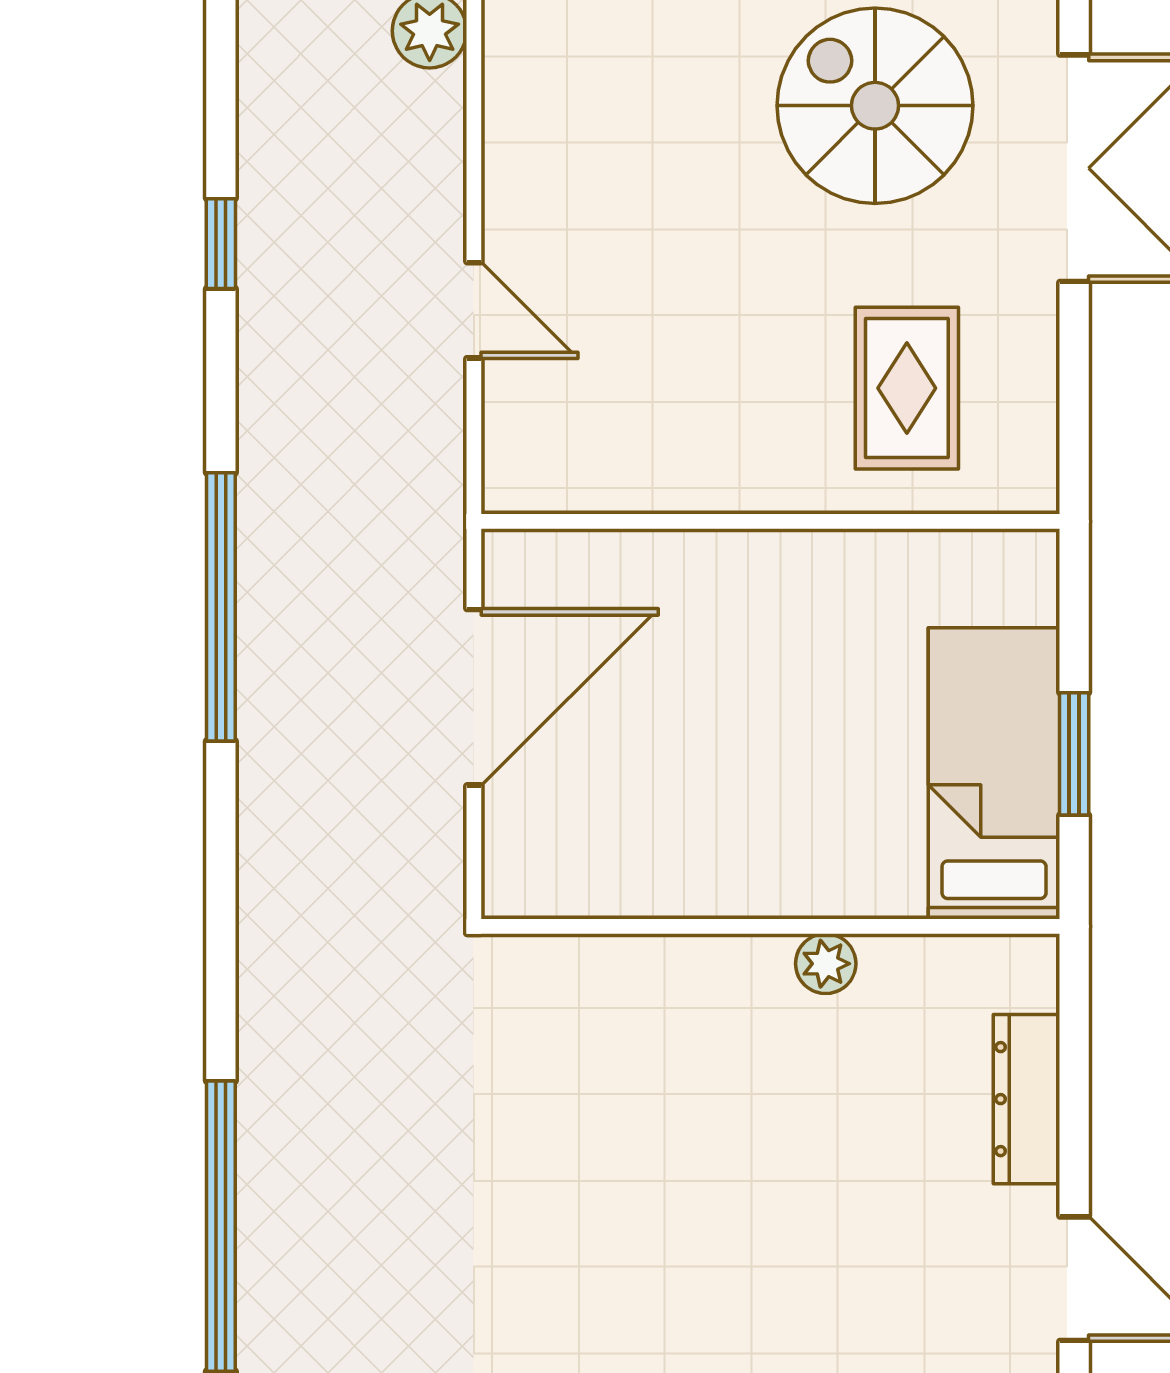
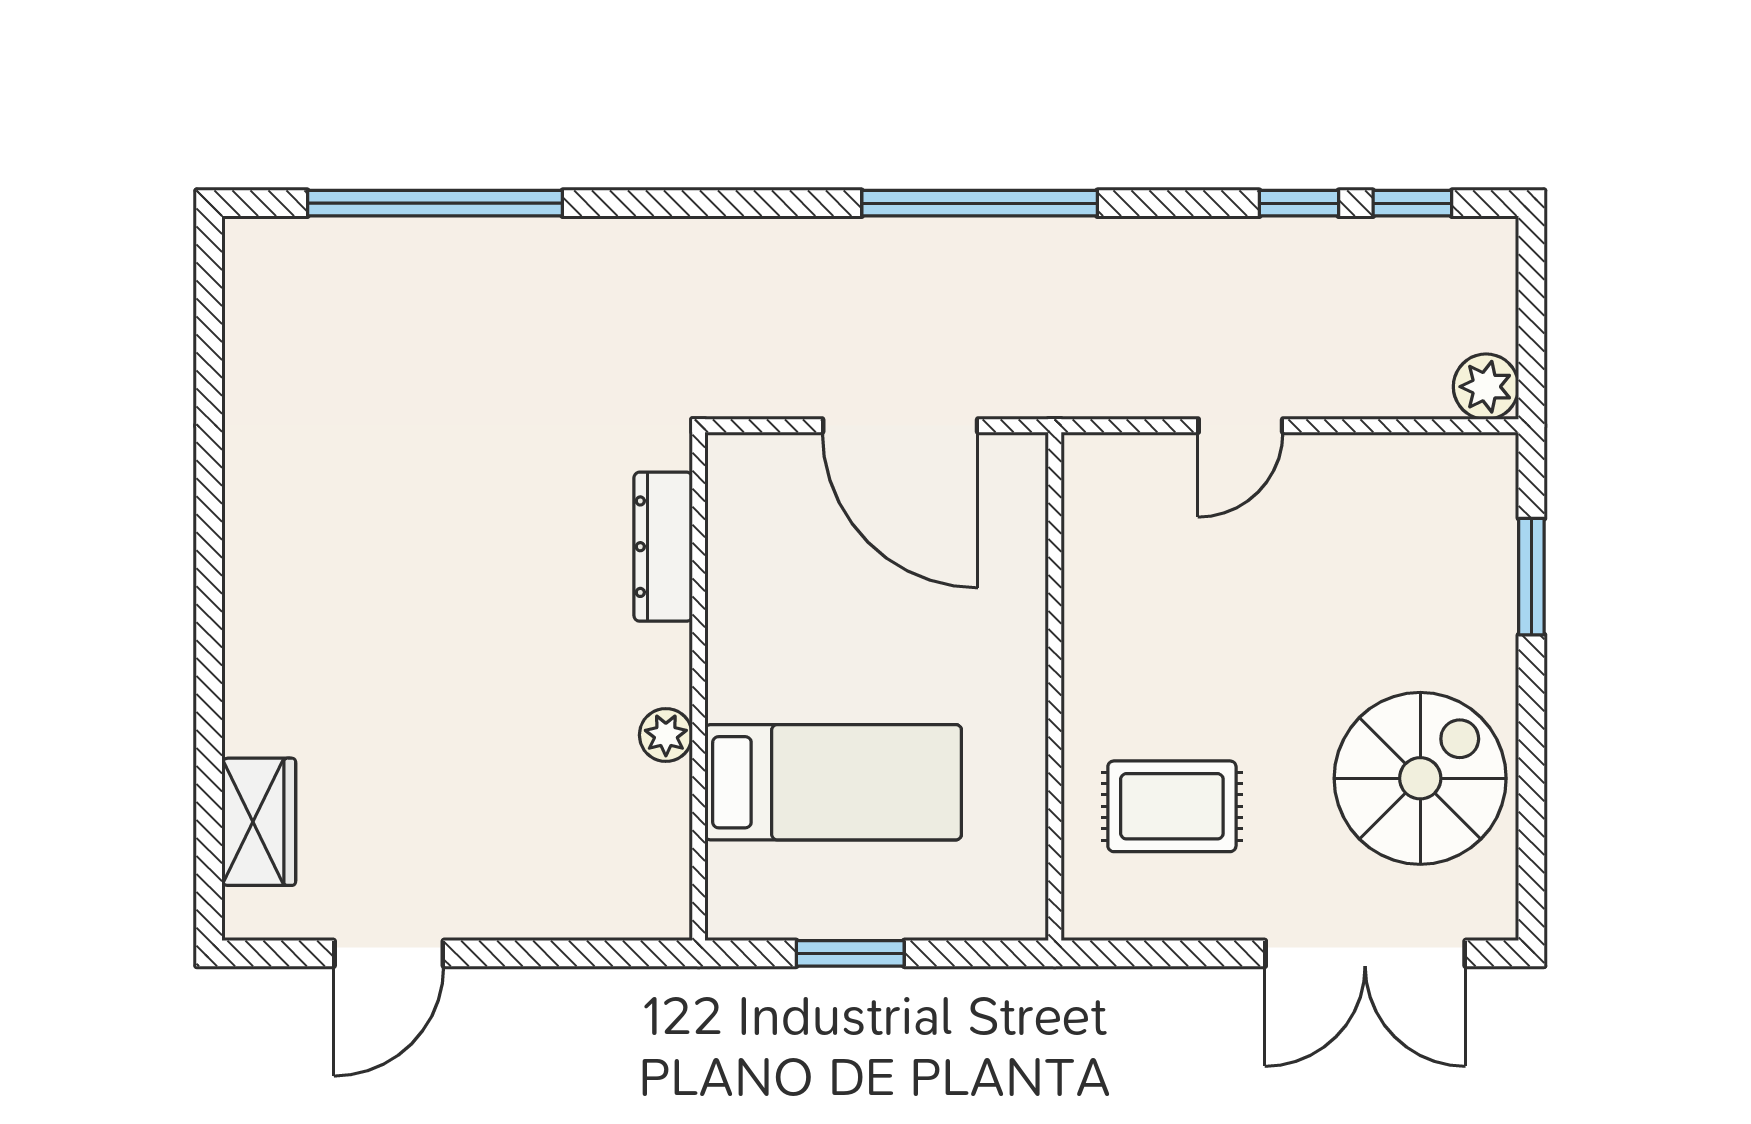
window: (221, 115) -> (1412, 203), added
bed: (994, 773) -> (833, 782), moved
dresser: (1026, 1099) -> (663, 547), moved, turned -90

